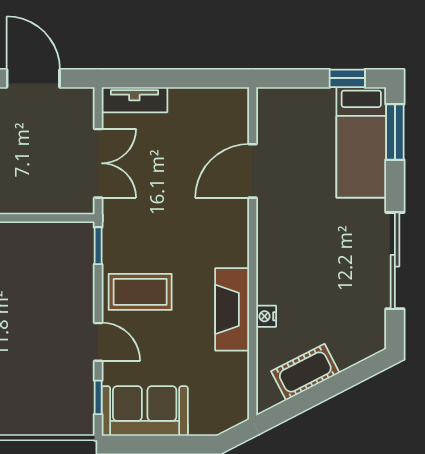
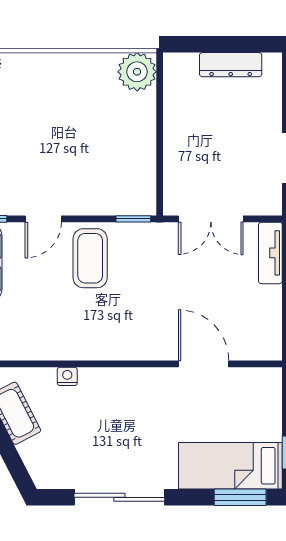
fireplace: (232, 309) -> (74, 345), removed

